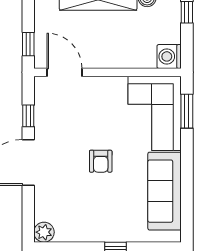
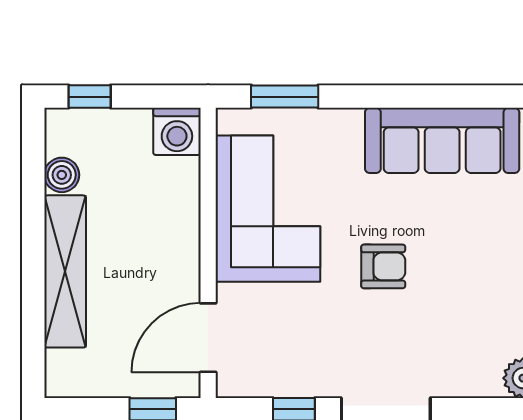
corner sofa: (155, 113) -> (268, 209), moved, turned -90

